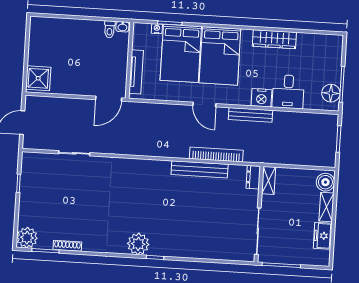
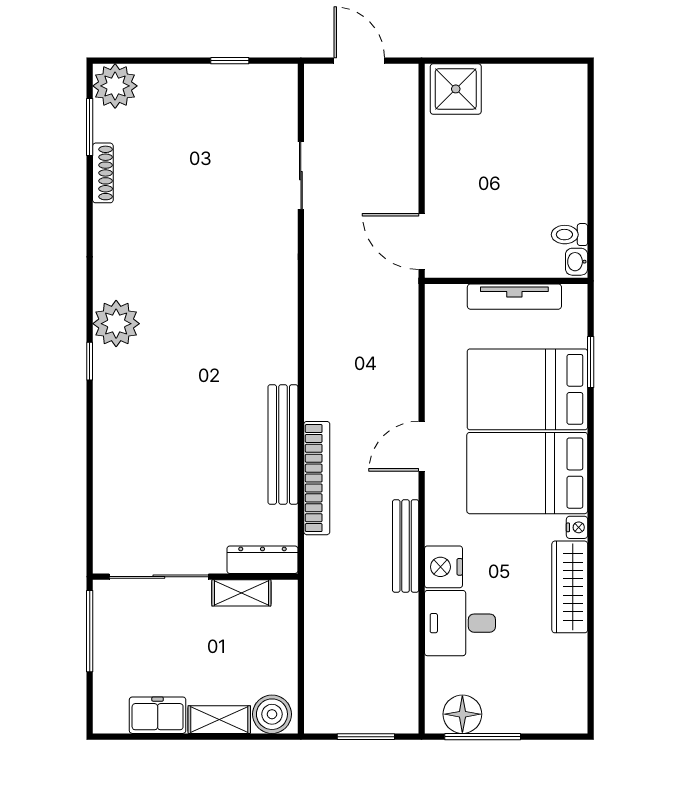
nightstand: (157, 29) -> (577, 527), moved
tv unit: (136, 72) -> (514, 297), moved
dresser: (253, 177) -> (262, 560), width x1.44
shelving: (269, 180) -> (241, 593), moved

